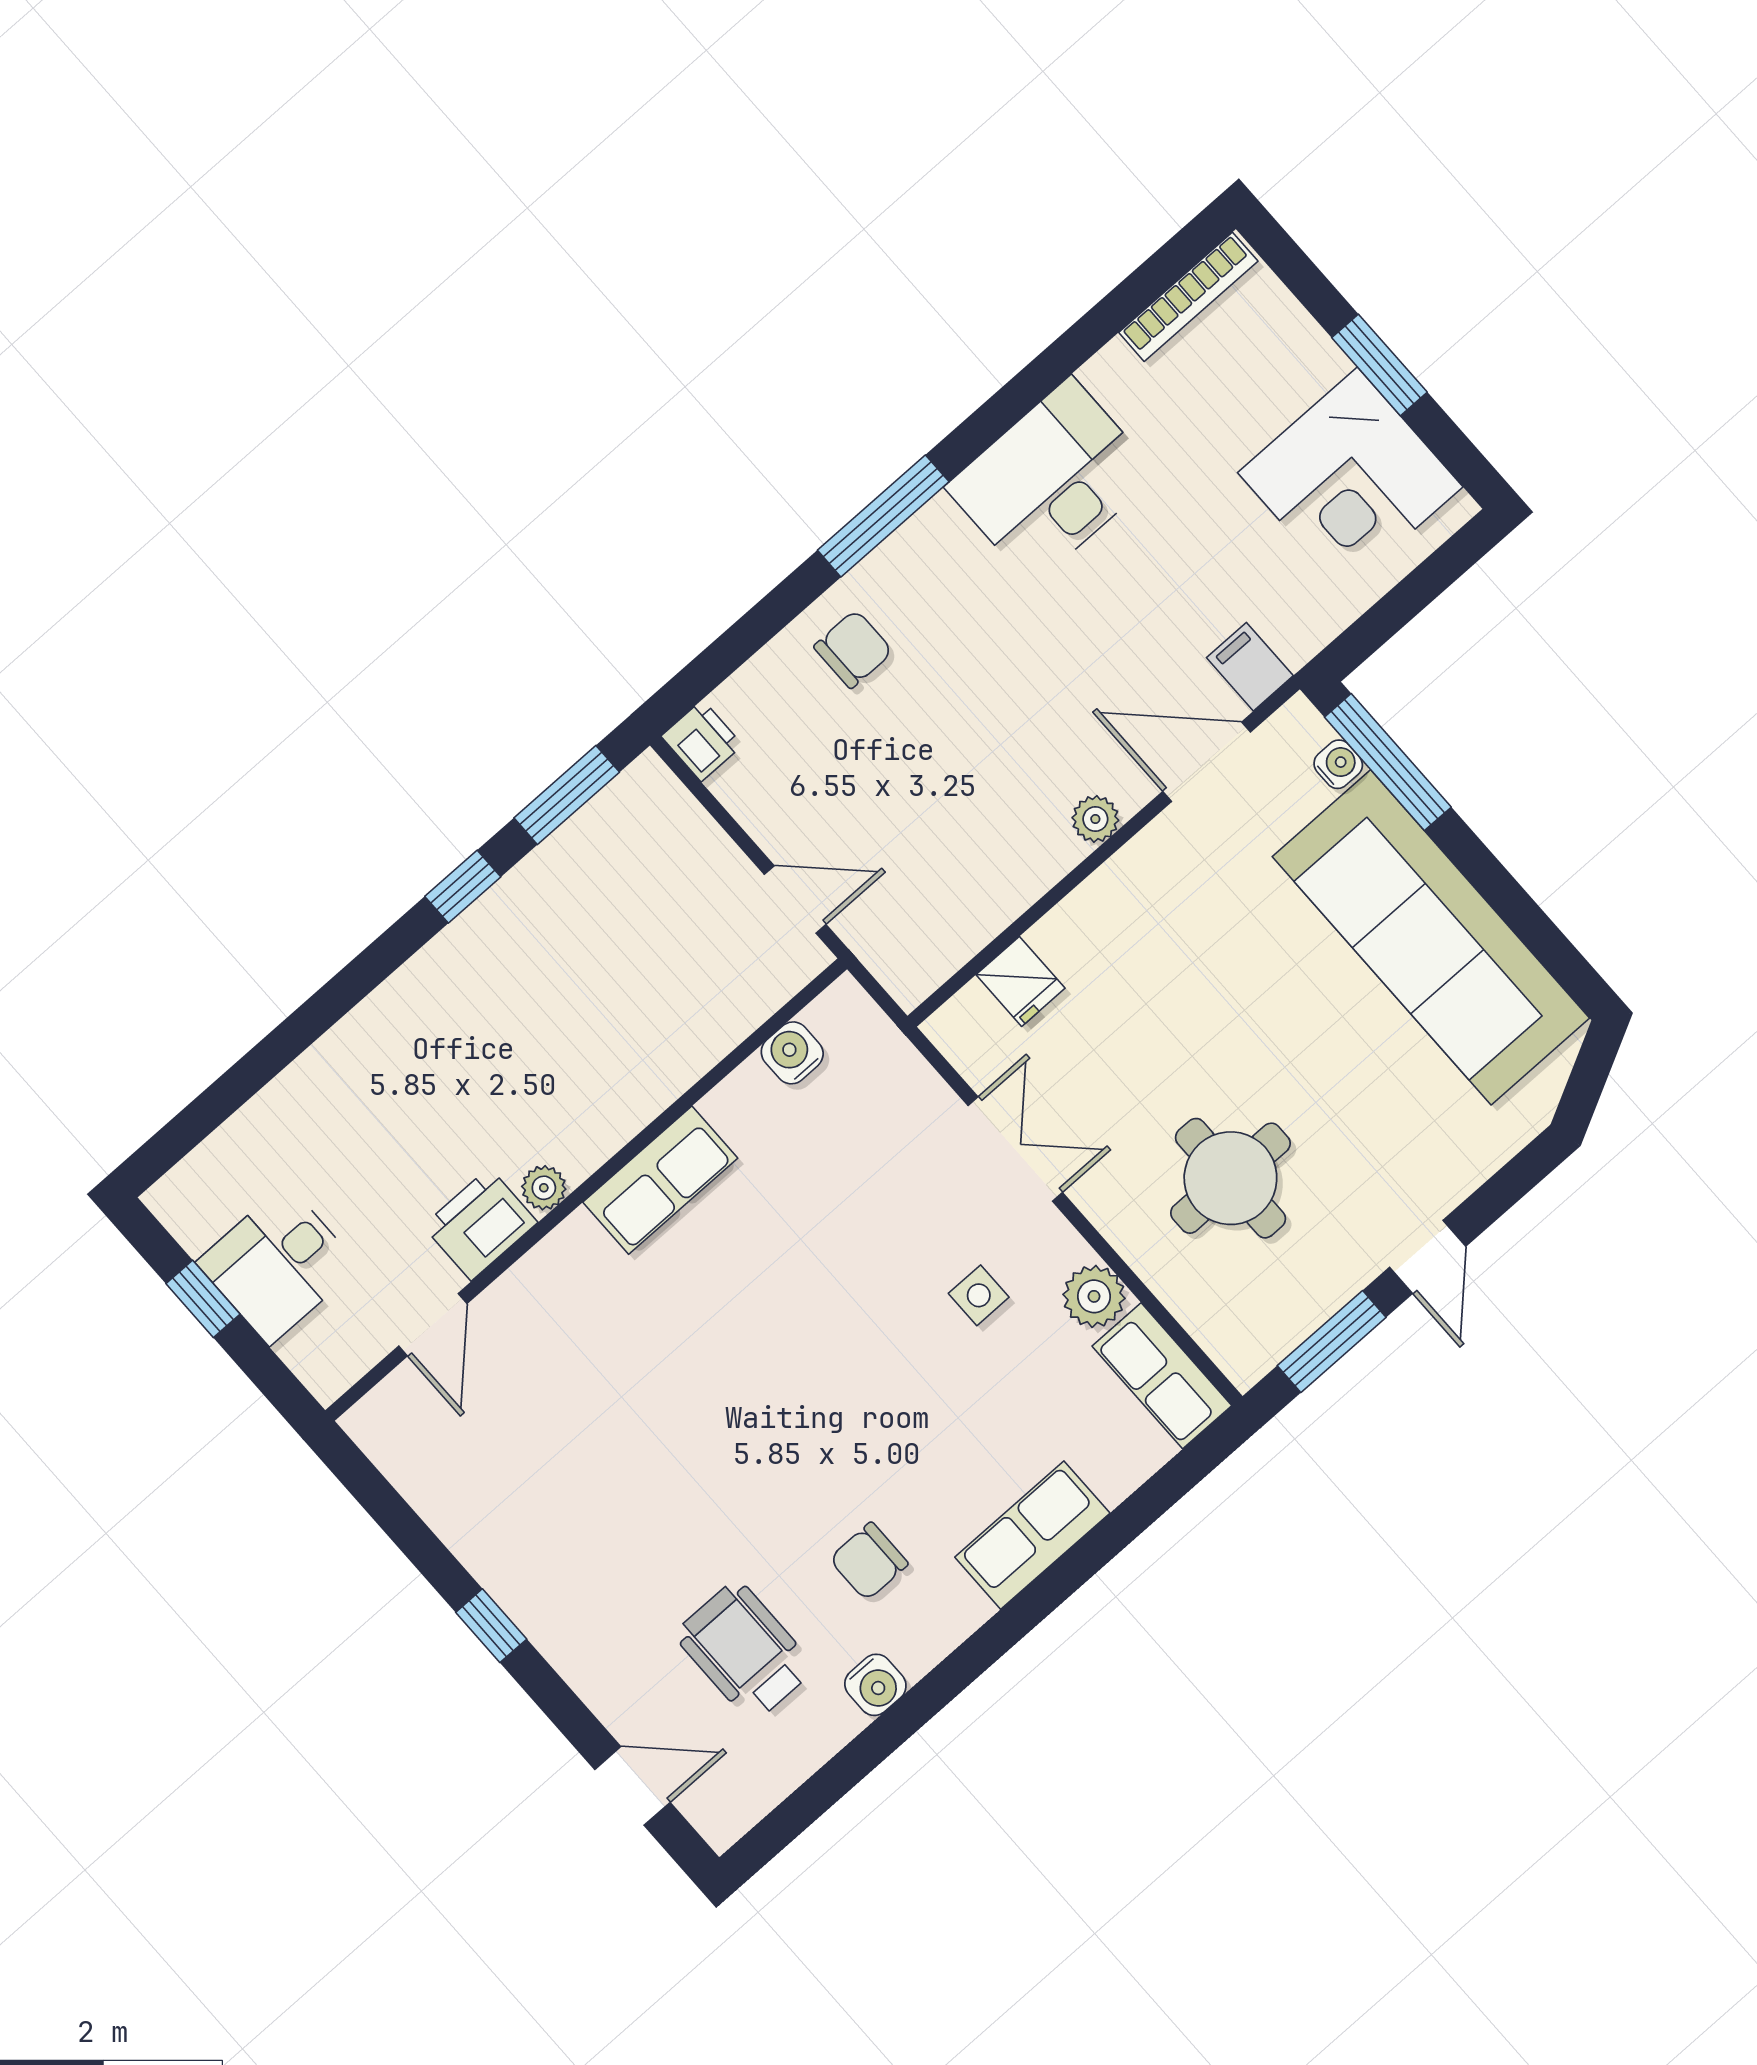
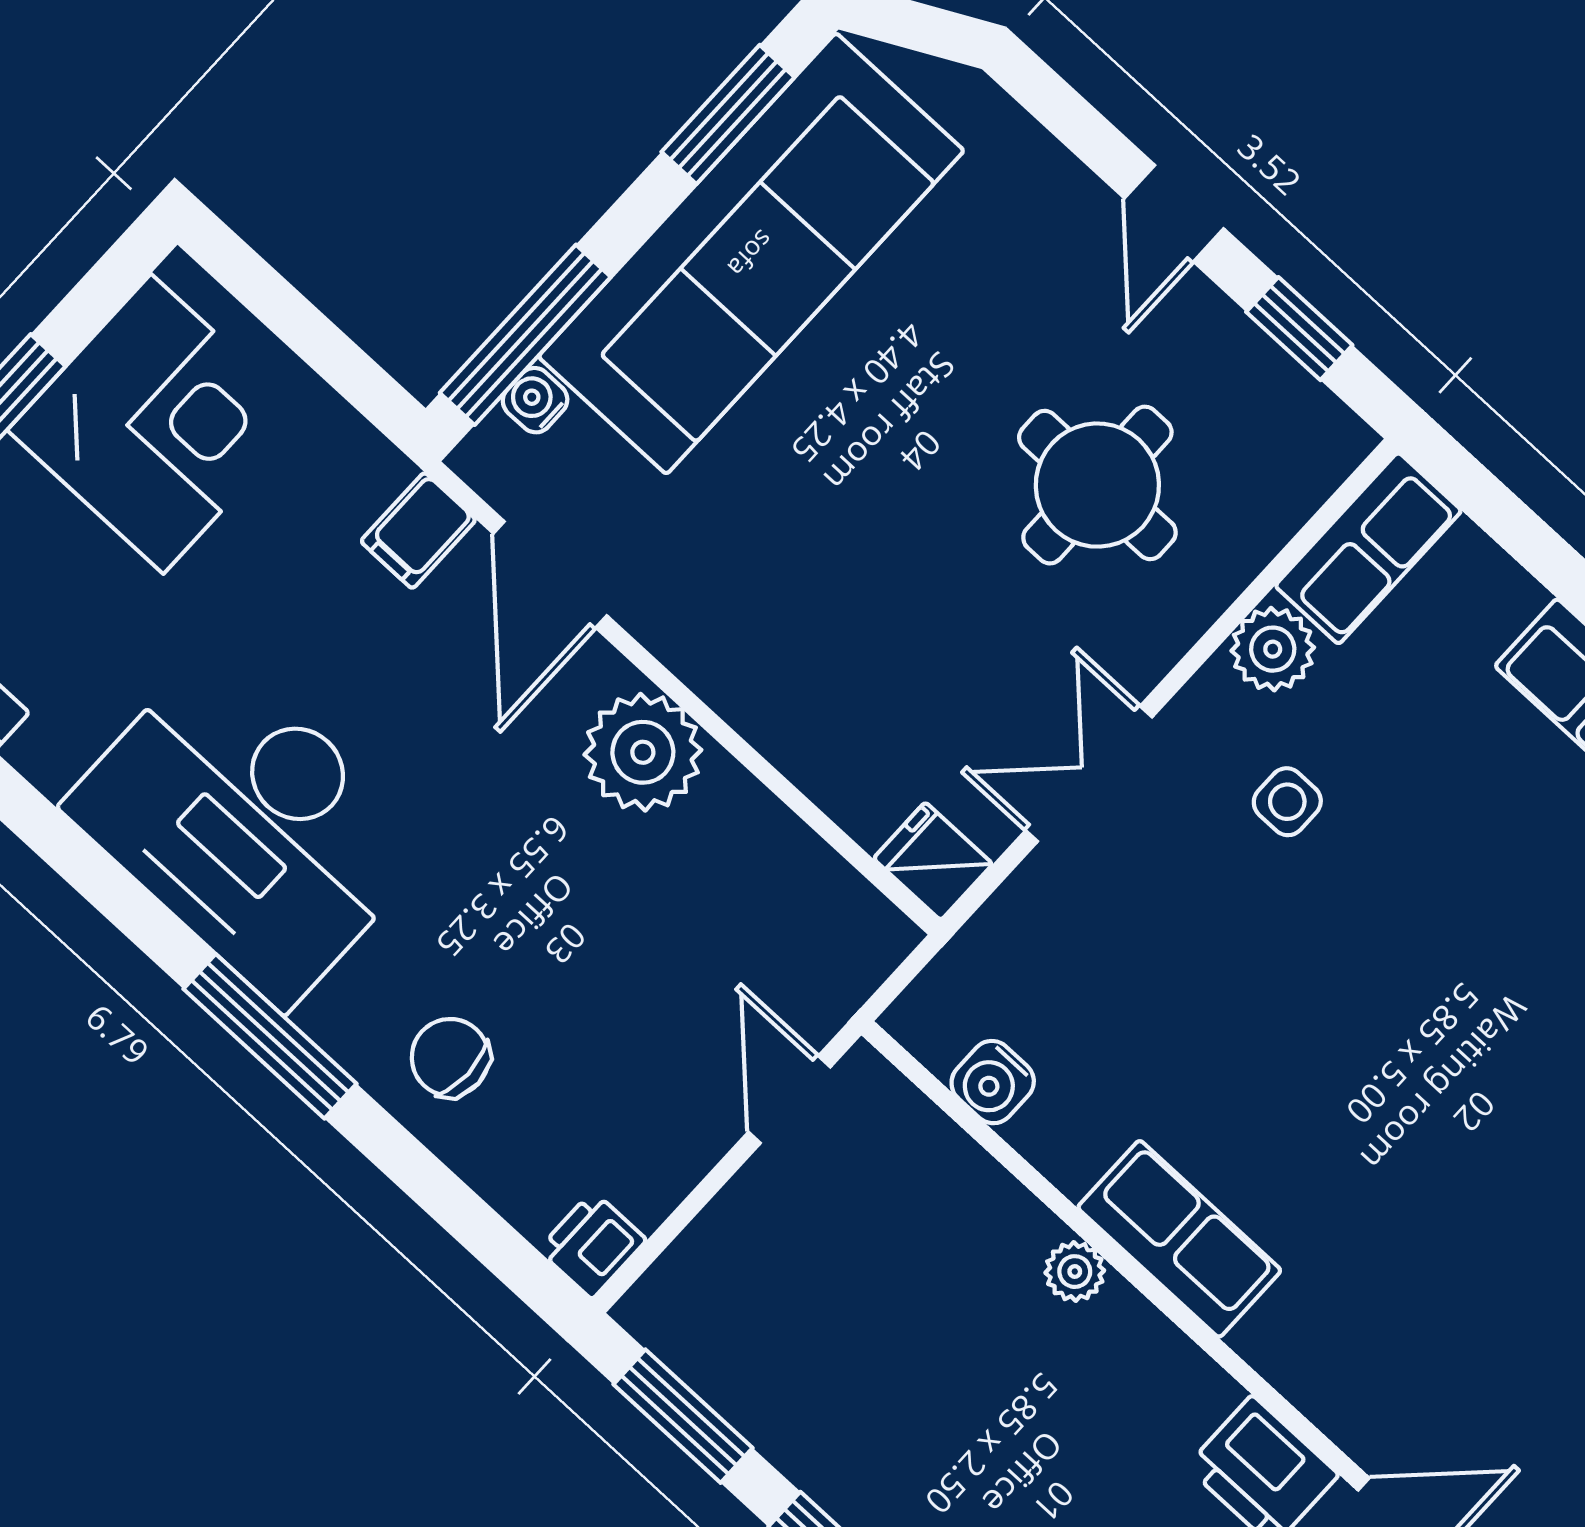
desk: (1052, 481) -> (249, 827), width x1.36, depth x1.30
plant: (1095, 819) -> (643, 752), width x1.88, depth x1.88
window: (1537, 931) -> (728, 114), added
fridge: (1021, 981) -> (933, 861), moved, turned -90
plant: (544, 1188) -> (1075, 1272), moved
door: (1428, 1257) -> (1174, 213), swing flipped
window: (1332, 1341) -> (1299, 329), width x0.67

